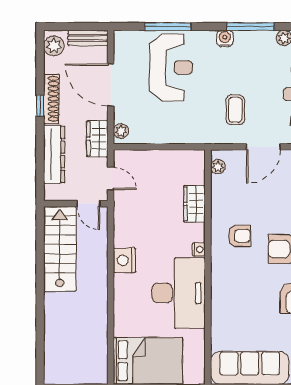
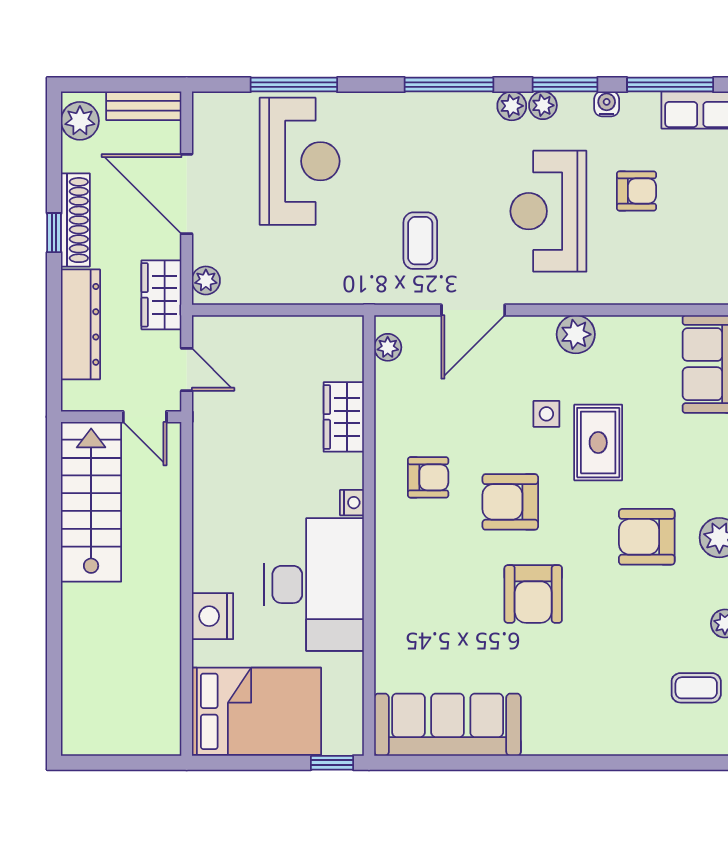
water cooler: (225, 38) -> (401, 107), removed
nightstand: (124, 260) -> (212, 616), moved

